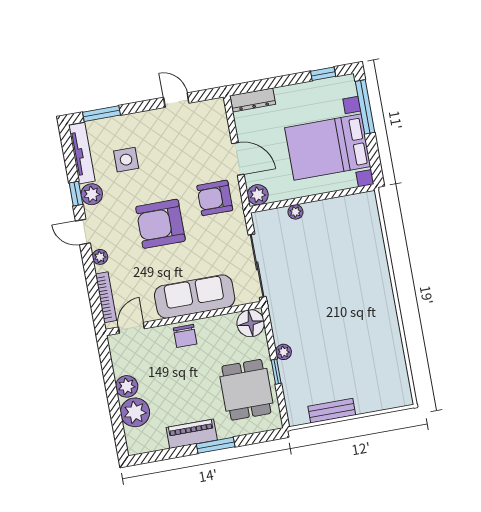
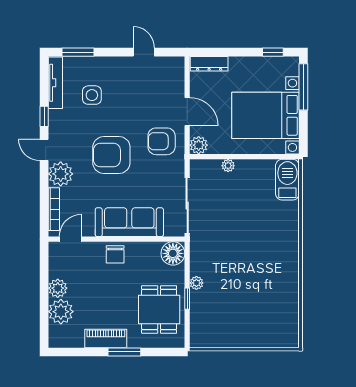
plant: (92, 194) -> (57, 119), removed
barbecue: (366, 216) -> (287, 180), added
plant: (100, 257) -> (61, 174), width x1.88, depth x1.88
bench: (332, 411) -> (229, 340), removed

